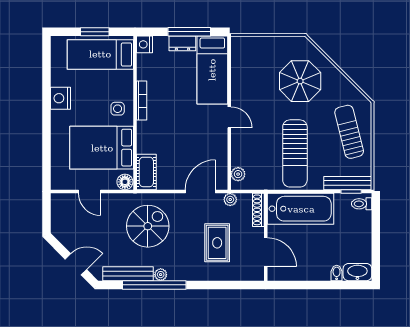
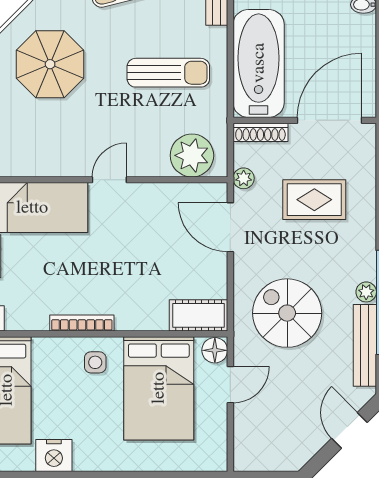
nightstand: (61, 98) -> (54, 456), moved
sun lounger: (295, 153) -> (168, 73), width x0.73, depth x0.75
plant: (238, 174) -> (192, 155), width x1.88, depth x1.88
door: (89, 191) -> (230, 385), moved
door: (266, 252) -> (330, 120), width x1.36

